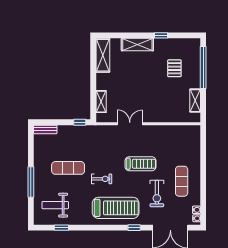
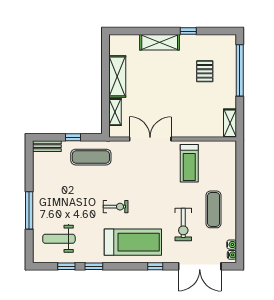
shelving: (103, 55) -> (117, 76), moved
shelving: (195, 101) -> (230, 123), moved
window: (80, 122) -> (73, 137), moved
double door: (130, 124) -> (150, 139), width x1.37
treadmill: (141, 164) -> (189, 163), moved, turned 90
exercise mat: (68, 168) -> (91, 157), moved
window: (84, 228) -> (94, 266), added

